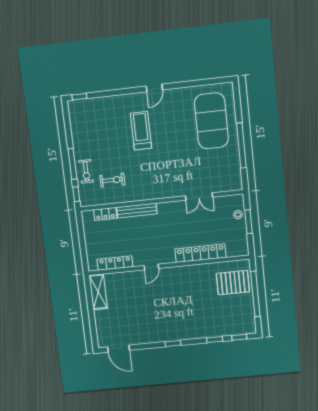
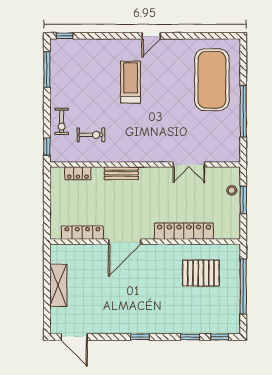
window: (72, 164) -> (47, 69), moved
bench: (137, 210) -> (121, 173), width x0.73
door: (151, 267) -> (125, 242), width x1.88
pallet: (233, 283) -> (201, 273), moved
shelving: (98, 292) -> (58, 285), moved

